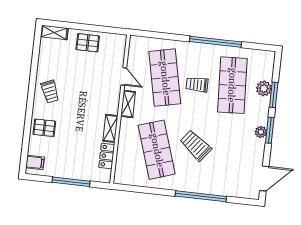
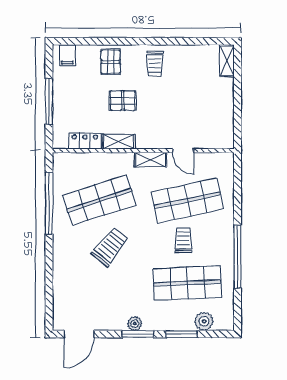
pallet: (88, 43) -> (123, 101), moved, turned 90
door: (124, 76) -> (183, 151), hinge flipped
plant: (264, 88) -> (204, 321), moved
trolley: (50, 92) -> (155, 64), turned -67
door: (264, 179) -> (79, 334), hinge flipped
window: (201, 196) -> (49, 203), moved

